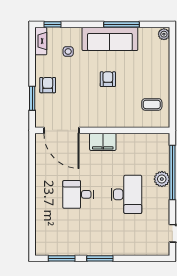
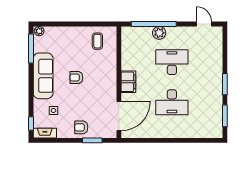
window: (121, 24) -> (31, 49), moved
desk: (78, 194) -> (172, 102), width x1.37

